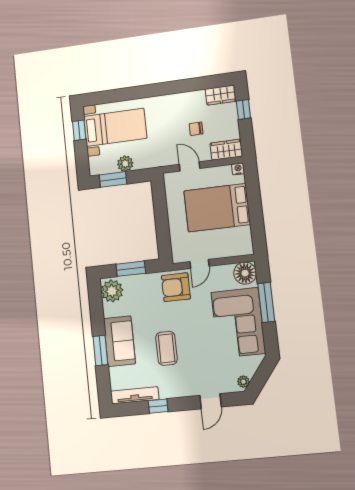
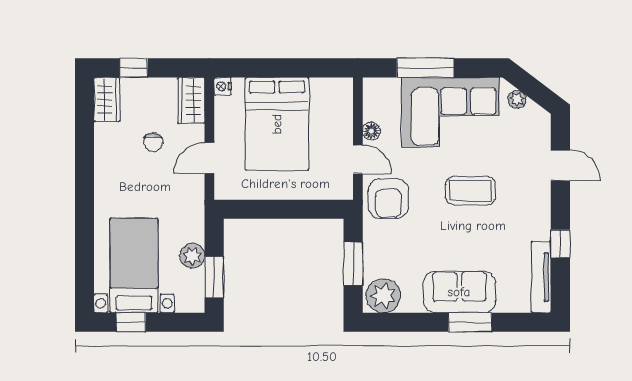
floor lamp: (245, 273) -> (371, 131), moved, width x0.53, depth x0.53
coffee table: (167, 348) -> (470, 191), moved
plant: (243, 382) -> (517, 99), moved

